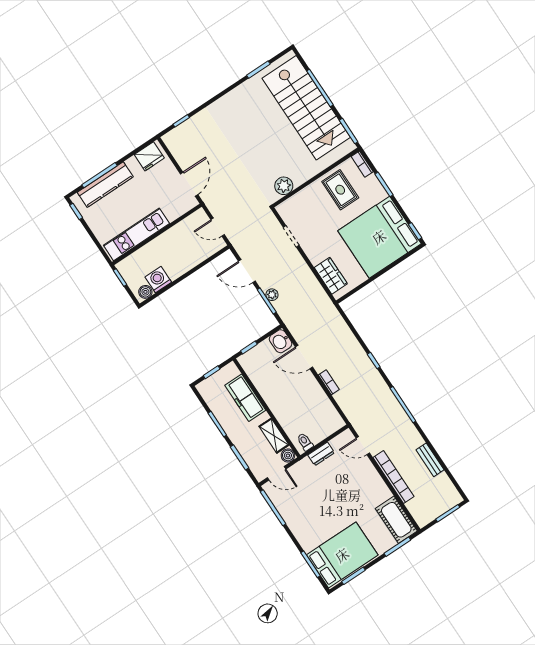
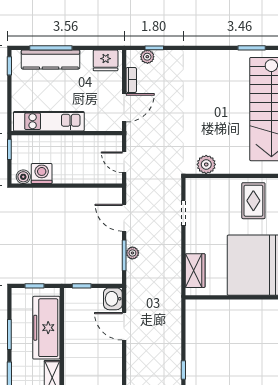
plant: (180, 132) -> (147, 57), added
bookcase: (329, 382) -> (131, 80), moved
freezer: (245, 398) -> (46, 328), width x1.36, depth x1.26

